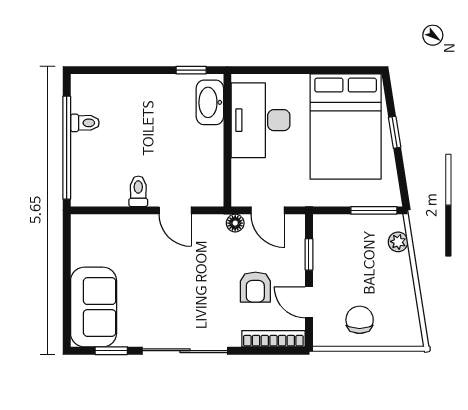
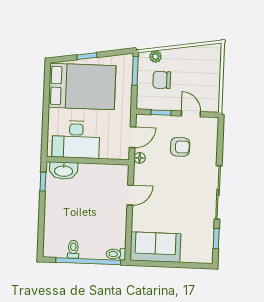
toilet: (138, 191) -> (116, 254), moved
door: (309, 302) -> (191, 114), swing flipped
sofa: (94, 307) -> (155, 247), moved
chair: (360, 320) -> (162, 80), moved
bookcase: (273, 339) -> (213, 137), removed

